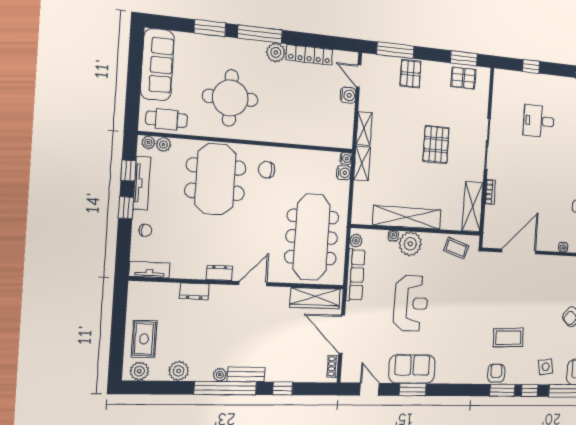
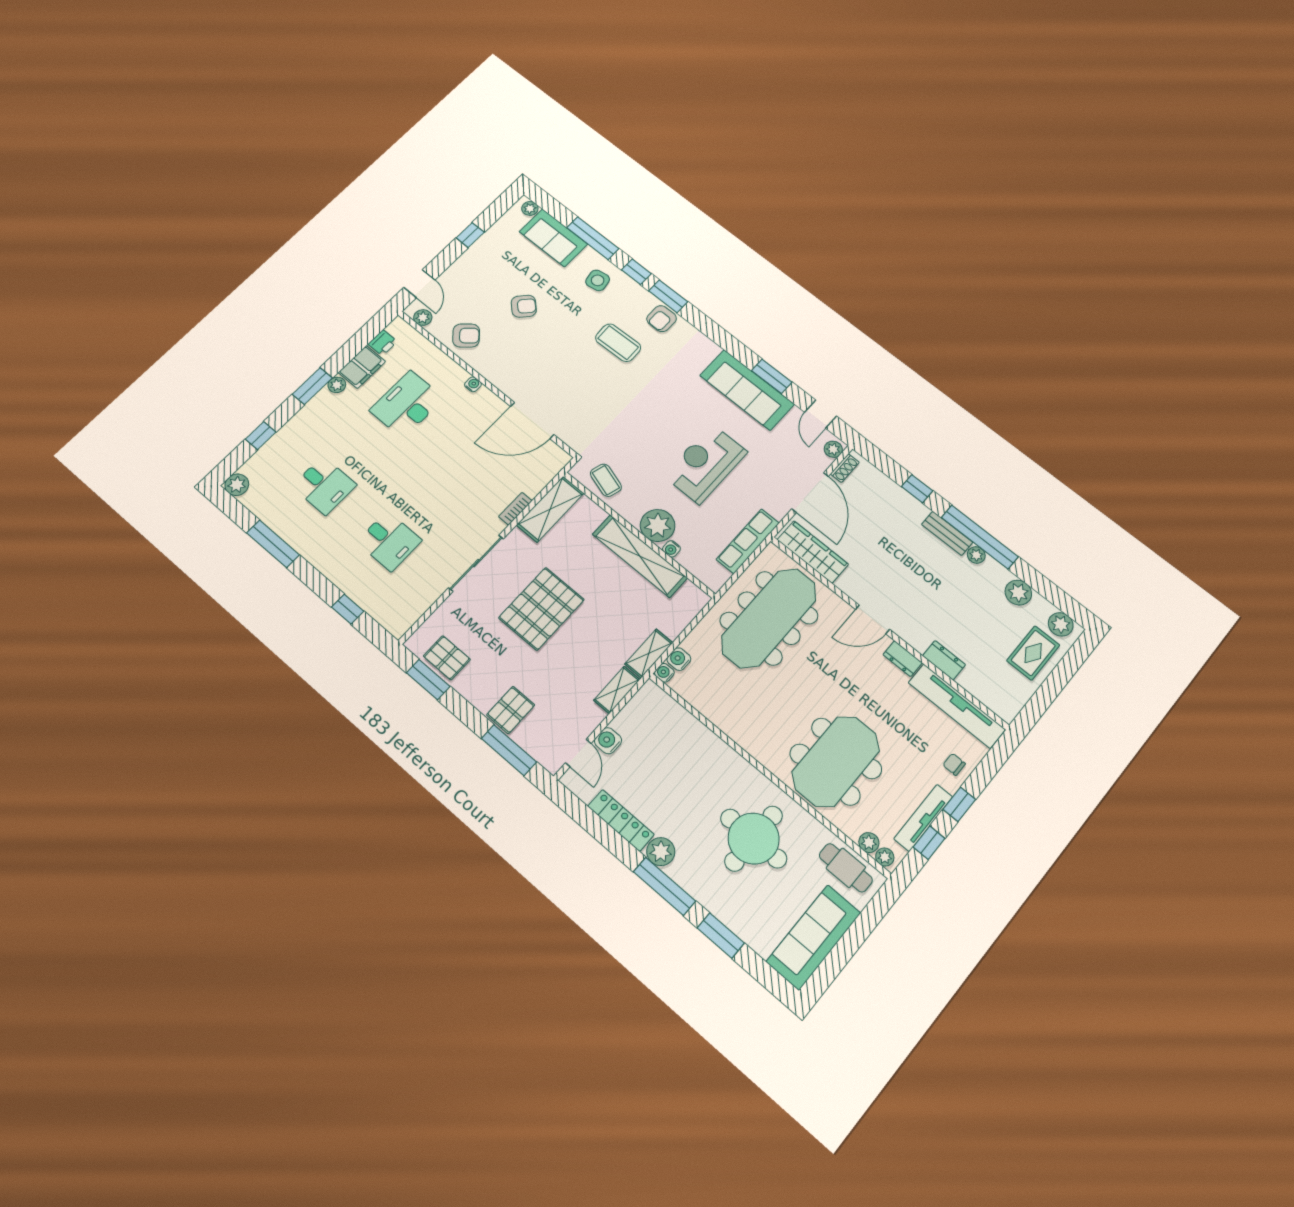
pallet: (436, 144) -> (541, 609), width x1.37, depth x1.41
chair: (267, 170) -> (768, 728), removed
plant: (356, 241) -> (833, 449), moved
tv unit: (150, 270) -> (957, 706), width x1.92, depth x1.29
sofa: (412, 369) -> (747, 390), width x1.36

